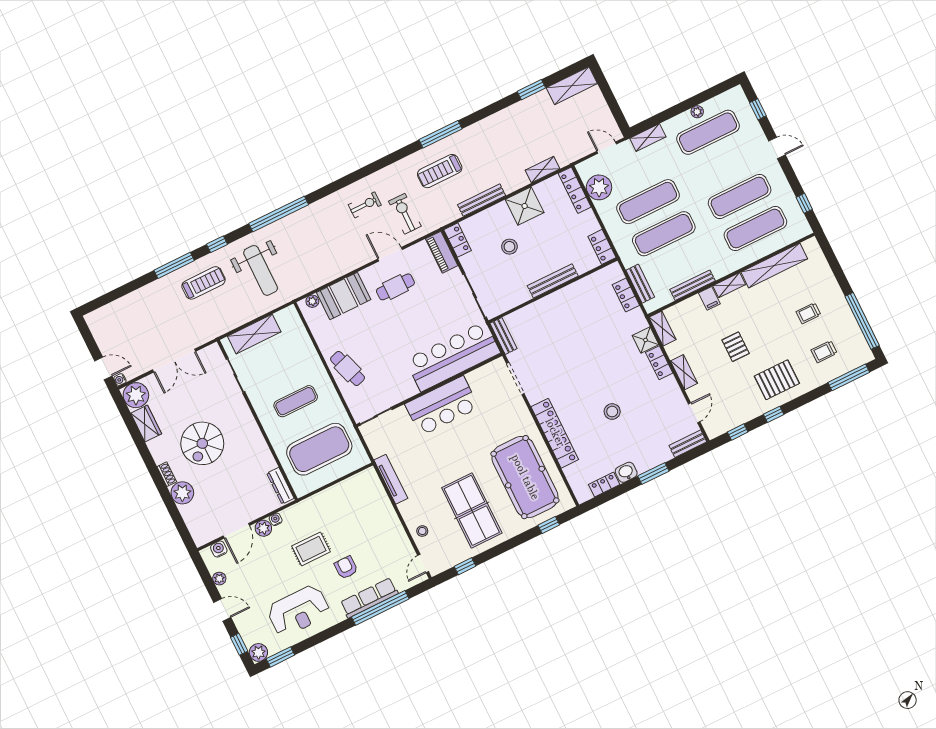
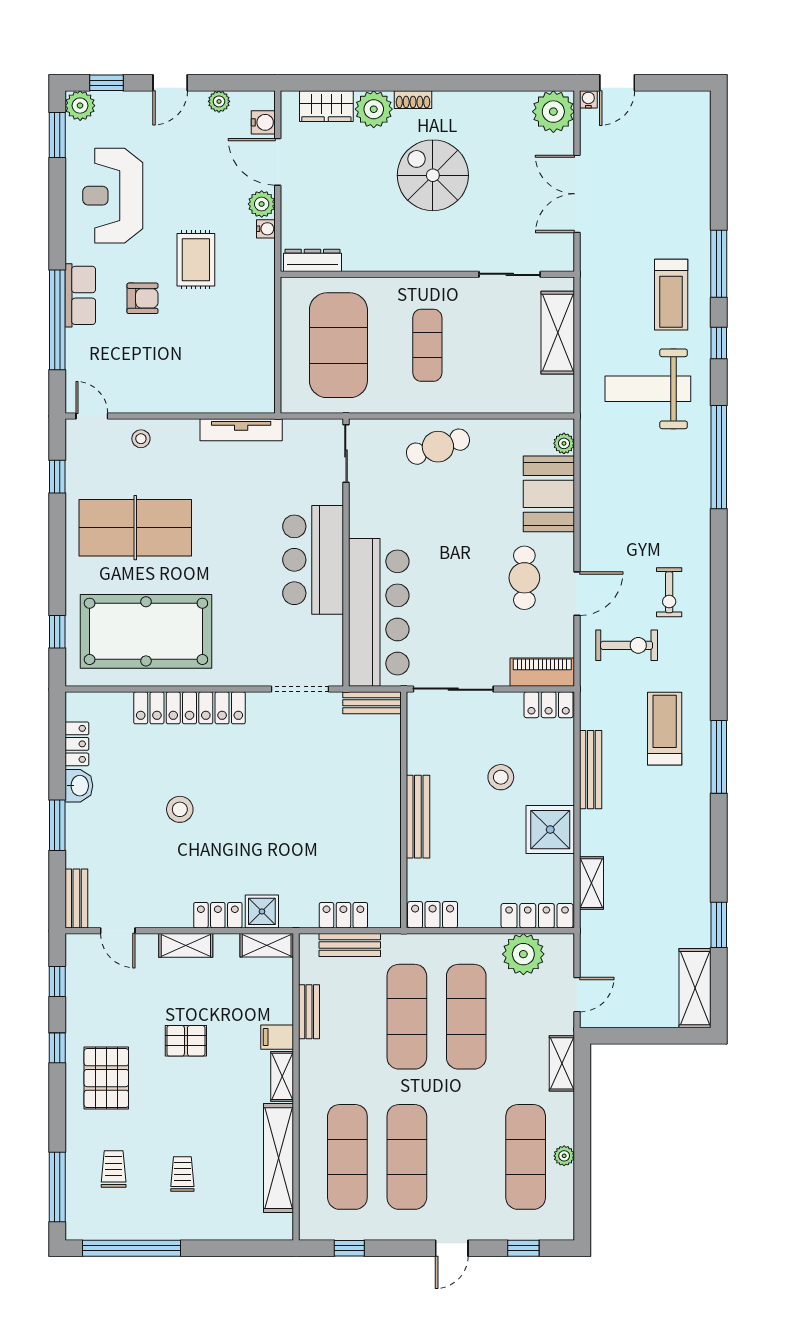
bench: (692, 285) -> (309, 1012), width x0.73
wardrobe: (146, 424) -> (326, 106), moved
row of seats: (369, 598) -> (80, 295), width x0.68

